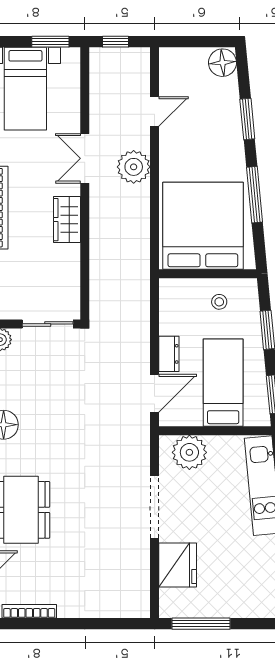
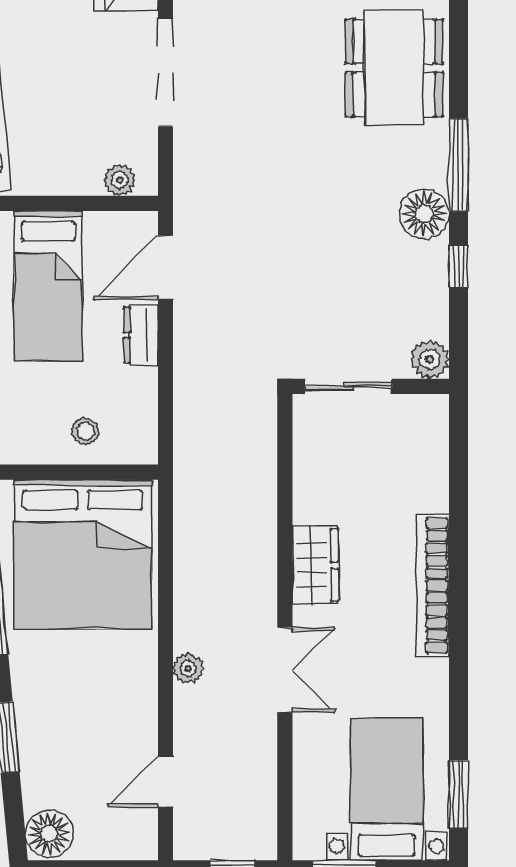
door: (155, 111) -> (165, 782), moved
plant: (134, 167) -> (188, 668), width x0.53, depth x0.53
stool: (219, 302) -> (85, 431), moved
plant: (189, 452) -> (120, 180), width x0.53, depth x0.53

